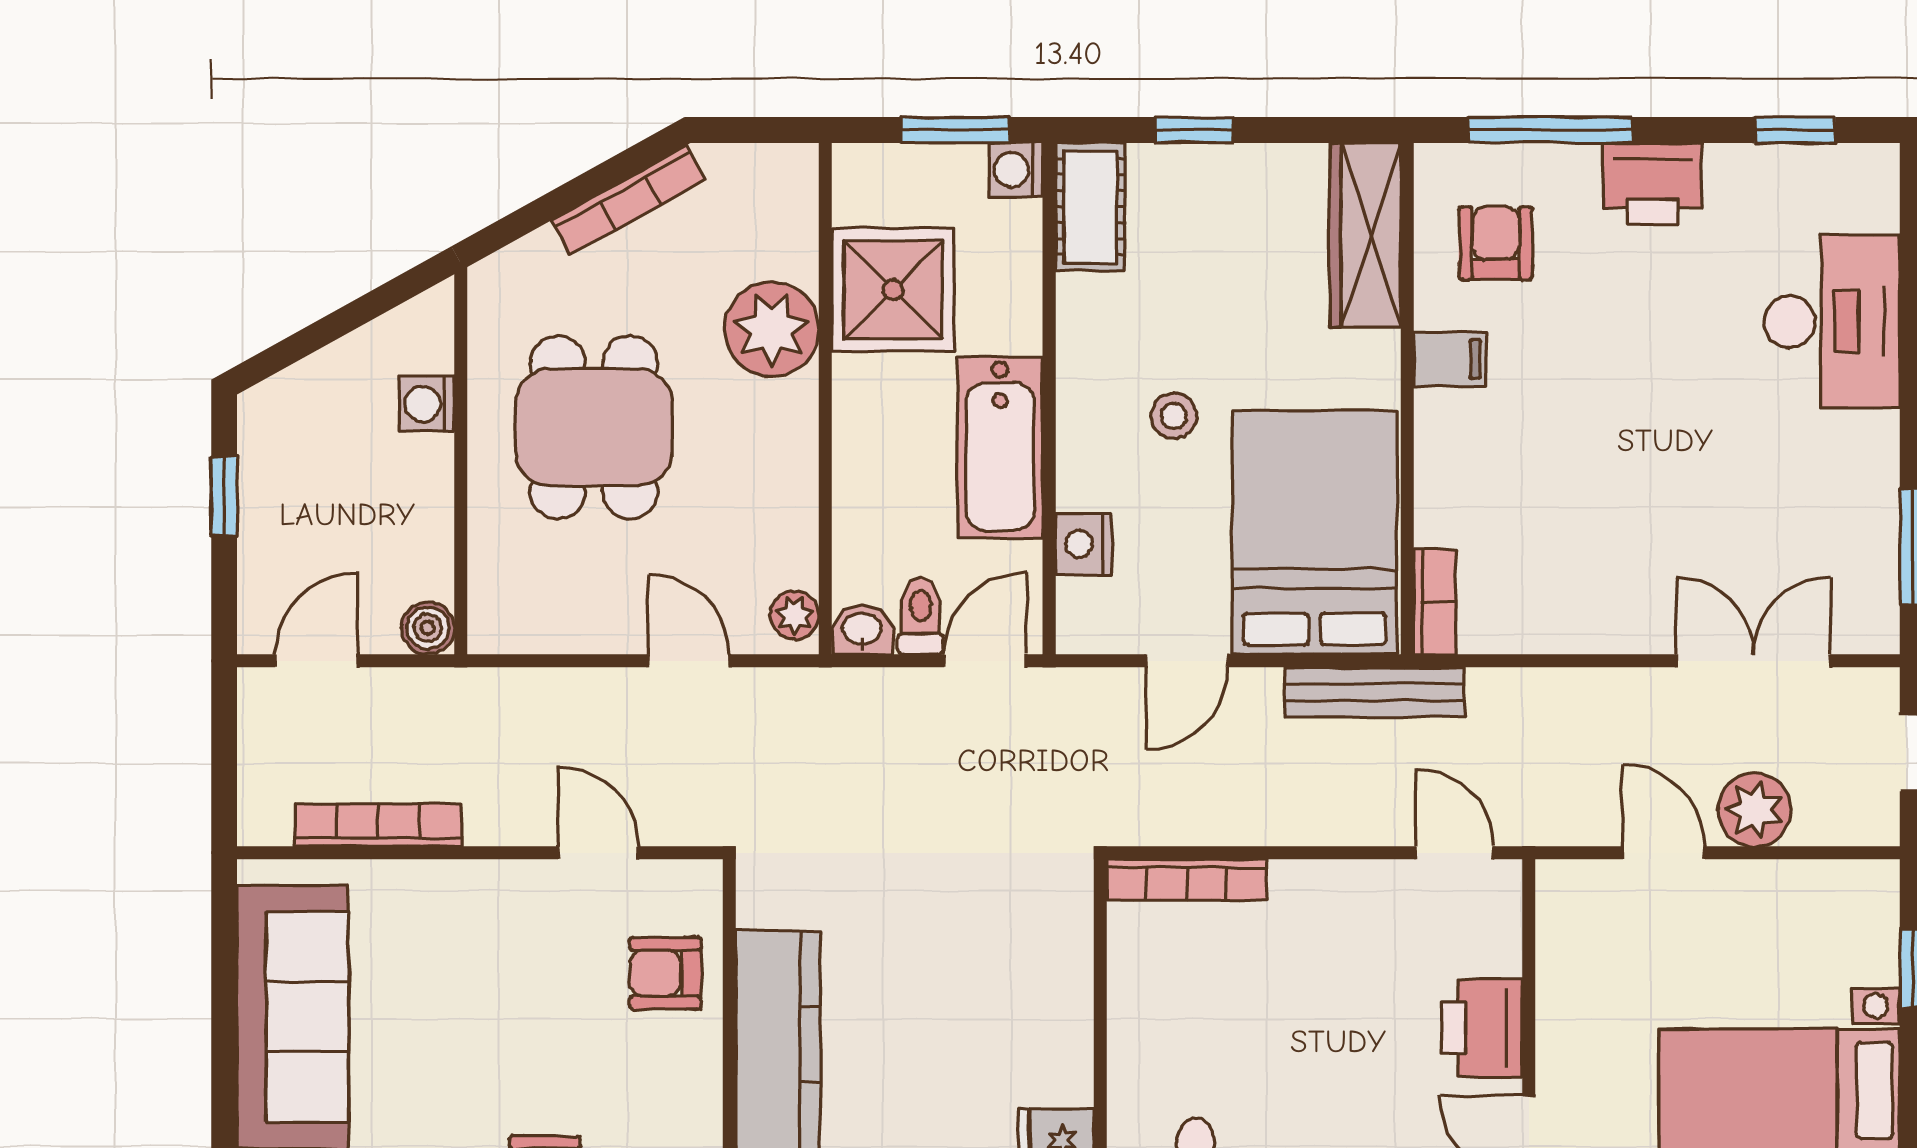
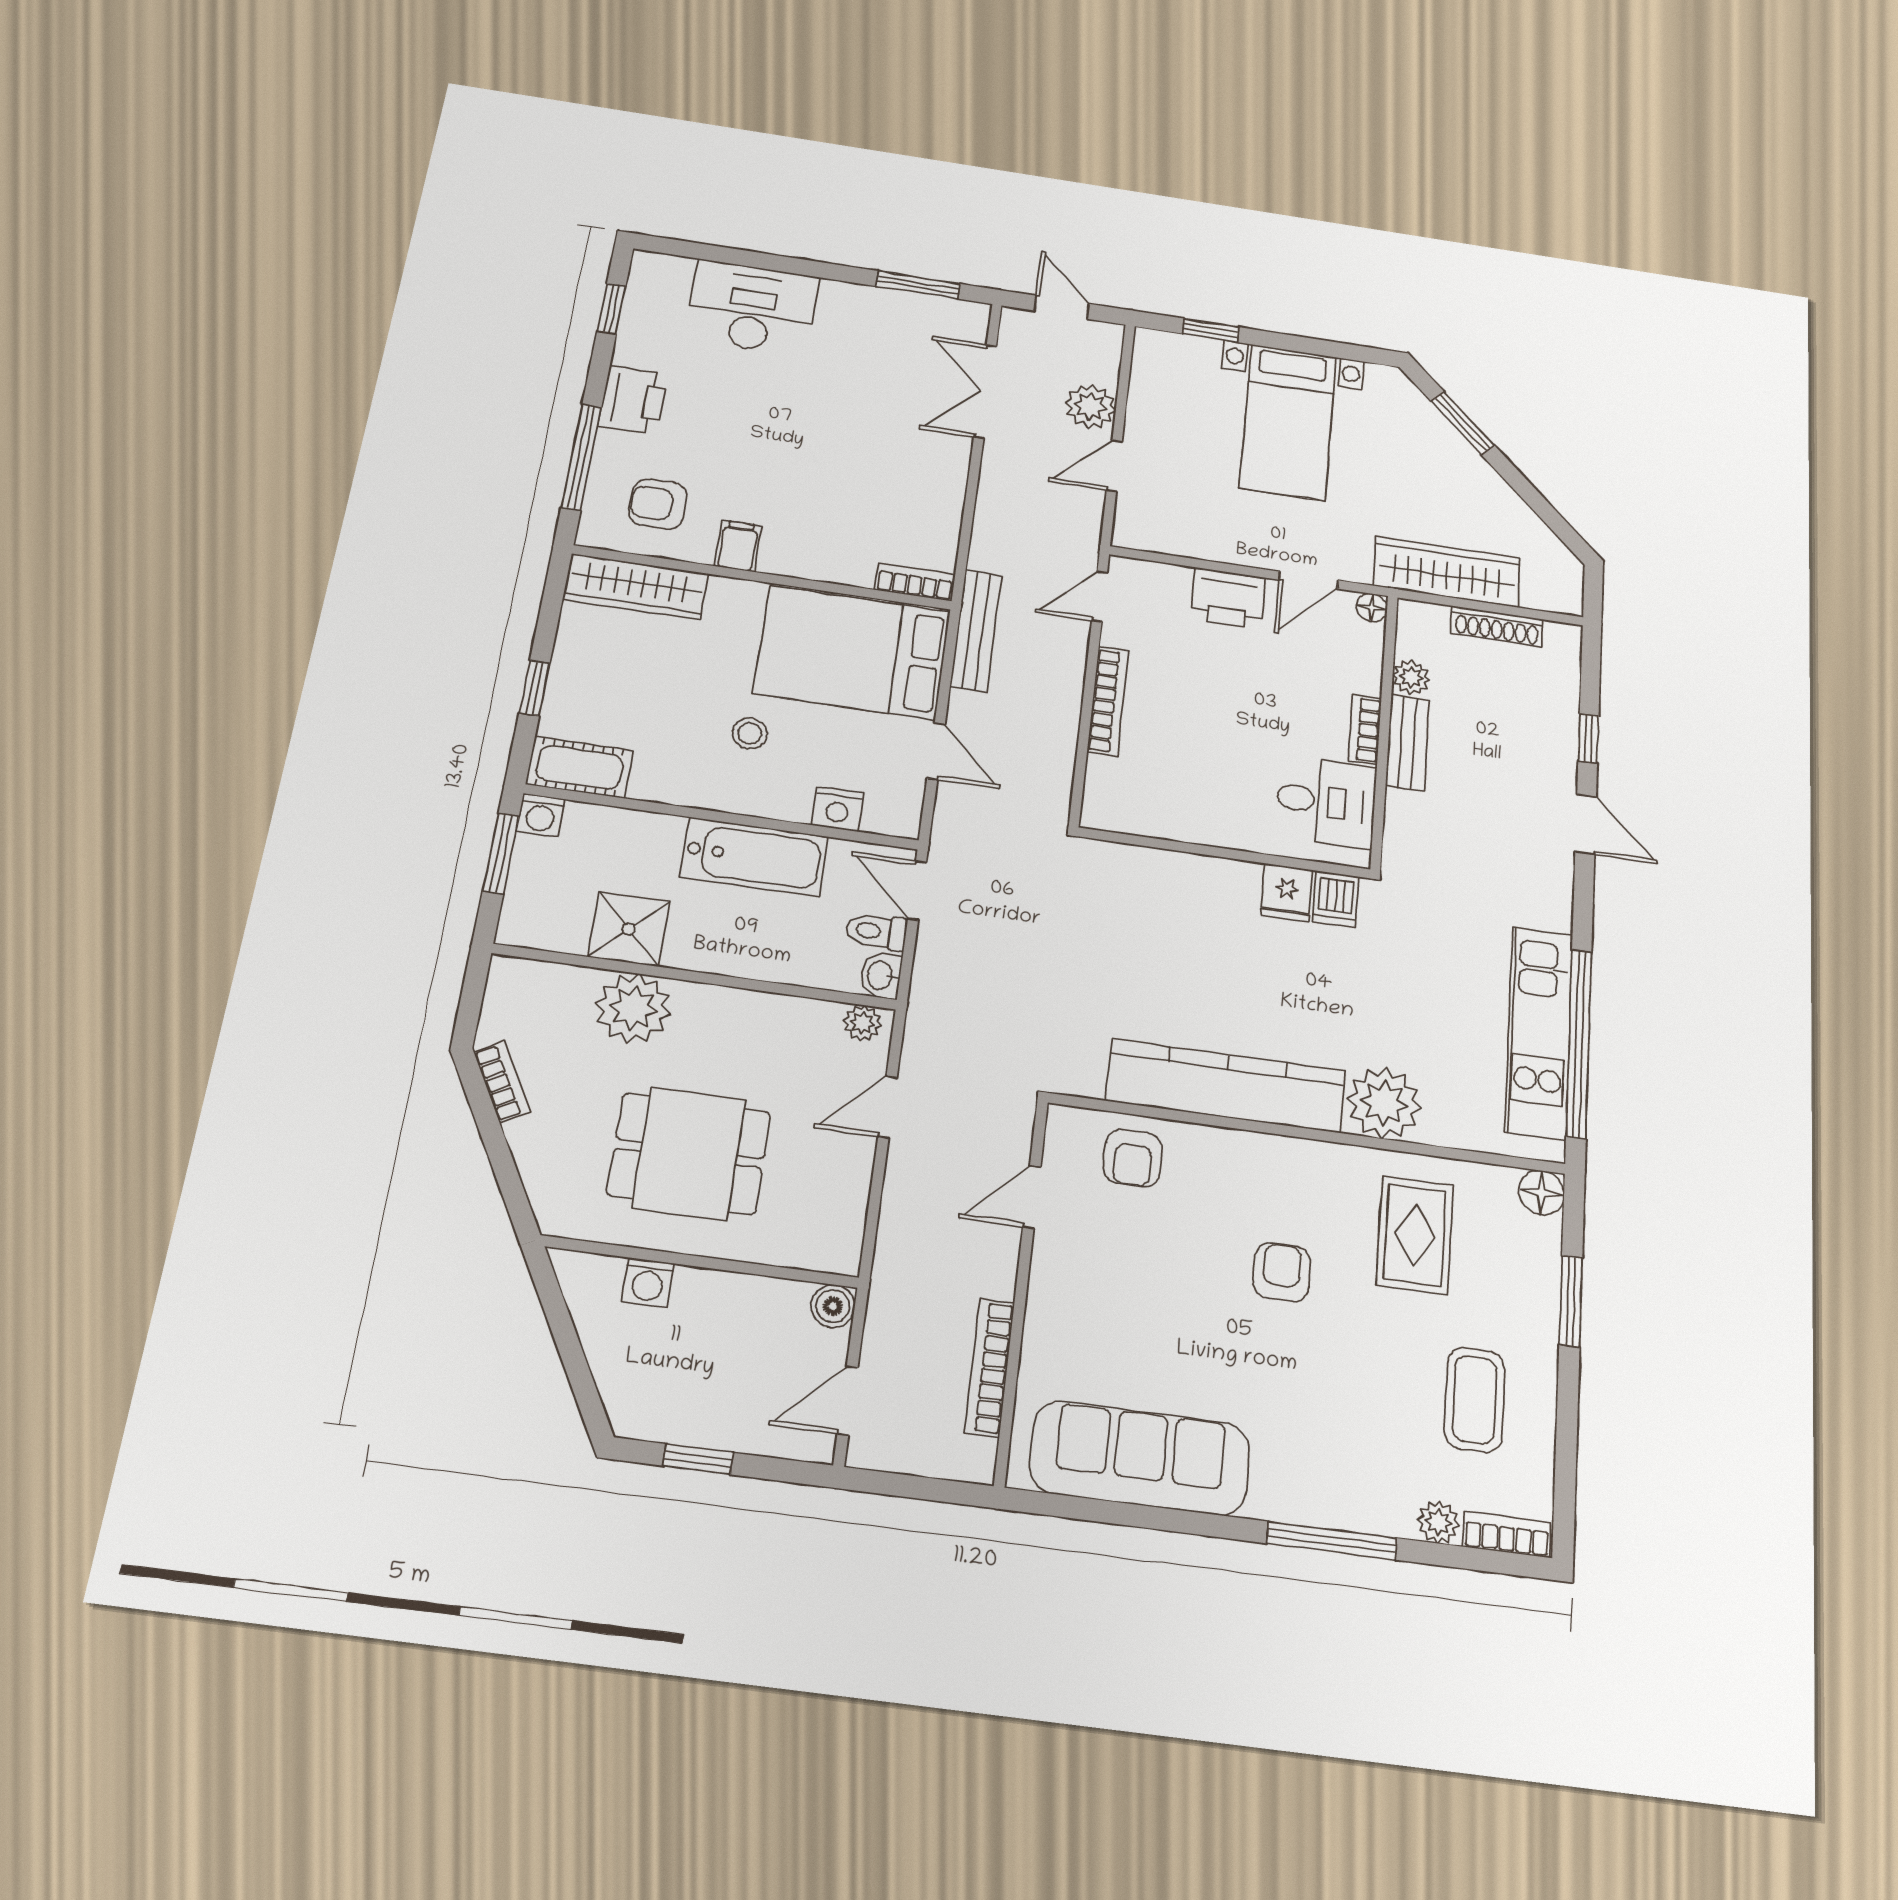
bookcase: (629, 200) -> (502, 1082), width x0.64
shower: (893, 290) -> (629, 929), width x0.73, depth x0.73
door: (316, 661) -> (848, 1401), hinge flipped
bookcase: (1187, 880) -> (1108, 701), moved

